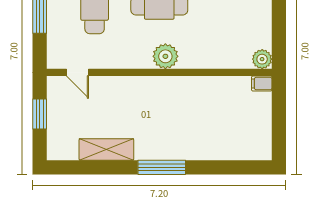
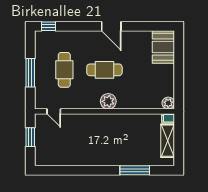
shelving: (106, 150) -> (168, 141), moved, turned 90
window: (162, 167) -> (135, 170), moved

